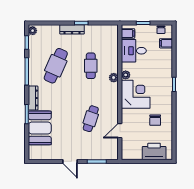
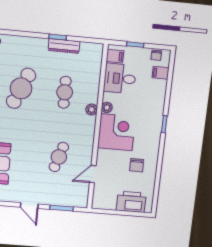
dresser: (72, 29) -> (64, 46), moved

